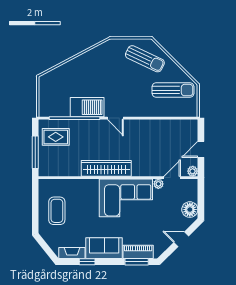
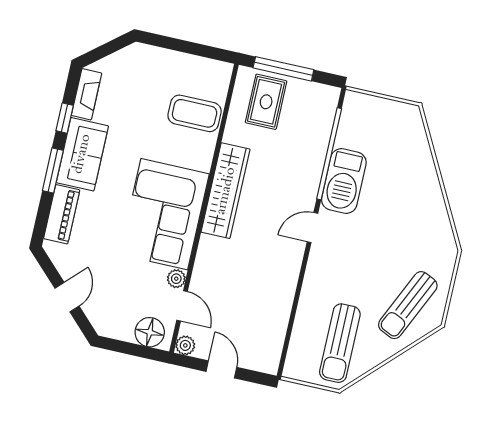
rug: (56, 137) -> (266, 102), moved
floor lamp: (190, 210) -> (150, 332), moved
coffee table: (57, 211) -> (195, 113), moved
window: (137, 262) -> (53, 170), moved

